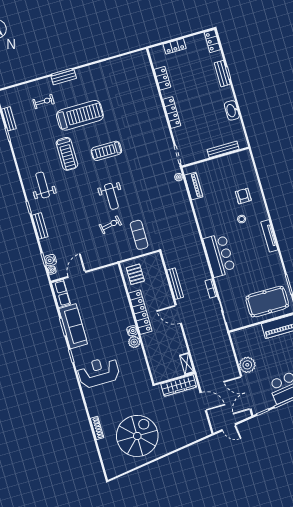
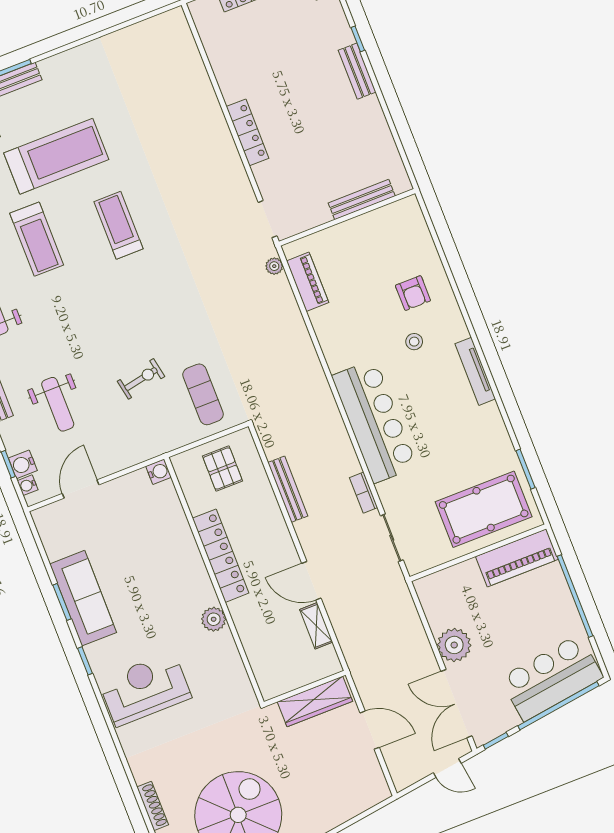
bench: (222, 74) -> (357, 71), moved
locker: (162, 78) -> (221, 63), removed
washbasin: (232, 110) -> (373, 117), removed
treadmill: (106, 151) -> (118, 225), turned 90
weight bench: (111, 196) -> (58, 404), moved
armchair: (243, 196) -> (413, 293), turned 180
bar counter: (219, 255) -> (374, 421), width x1.36
pallet: (135, 274) -> (223, 468), moved
row of seats: (61, 294) -> (51, 532), removed
door: (178, 314) -> (311, 581), moved
water cooler: (132, 331) -> (159, 472), moved
shelving: (187, 364) -> (316, 626), moved
door: (229, 427) -> (447, 768), moved

